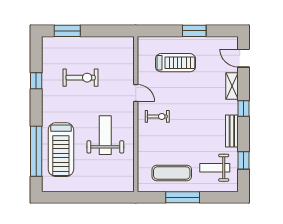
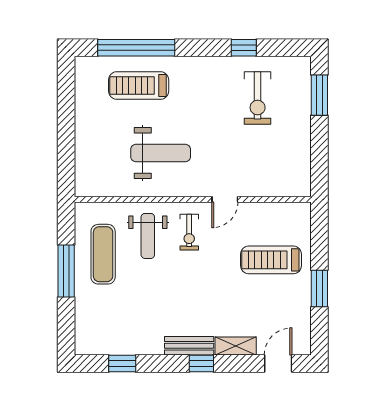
treadmill: (175, 63) -> (271, 260), turned 90
exercise bike: (81, 78) -> (258, 98), moved
bench: (232, 131) -> (189, 346), moved
treadmill: (61, 150) -> (139, 85), width x0.73, depth x0.73
weight bench: (215, 168) -> (148, 236), moved, turned 180

